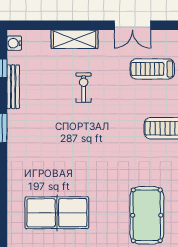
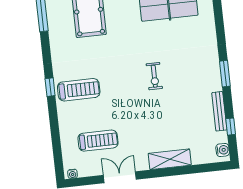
exercise bike: (84, 88) -> (154, 76), moved

